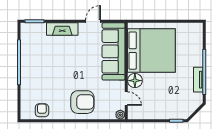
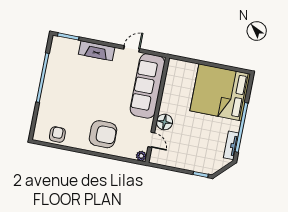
bed: (151, 51) -> (220, 92), moved, turned 180
tv unit: (198, 80) -> (231, 145), moved

